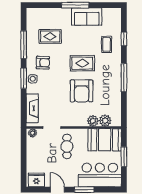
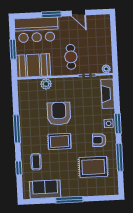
sofa: (87, 17) -> (45, 189), moved
rug: (50, 36) -> (93, 167), width x1.36, depth x1.43
plant: (105, 121) -> (34, 85), removed
fridge: (36, 180) -> (100, 22), removed

